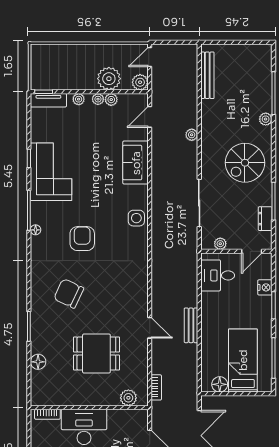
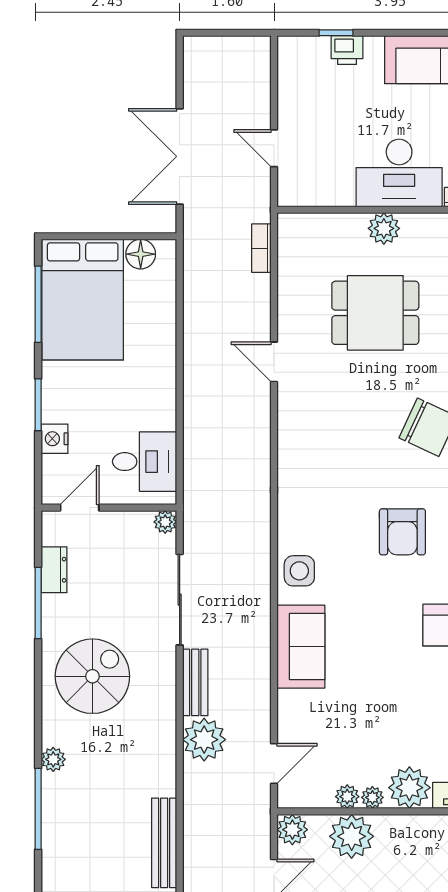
plant: (79, 99) -> (409, 788), width x1.88, depth x1.88
plant: (192, 135) -> (204, 740), width x1.88, depth x1.88
sofa: (136, 163) -> (301, 647), moved
plant: (220, 244) -> (165, 522), moved
bench: (191, 325) -> (195, 682), moved
bed: (243, 360) -> (83, 300), width x1.50
plant: (128, 398) -> (384, 228), moved

